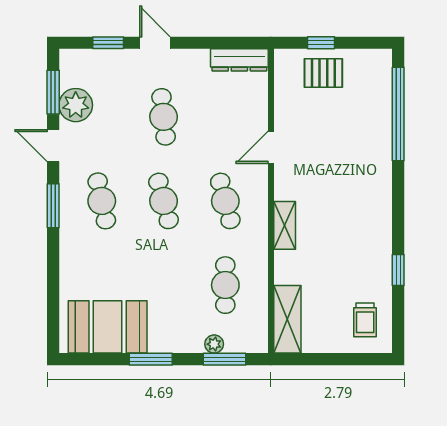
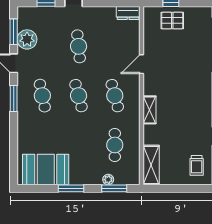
dresser: (239, 60) -> (128, 13), width x0.70

